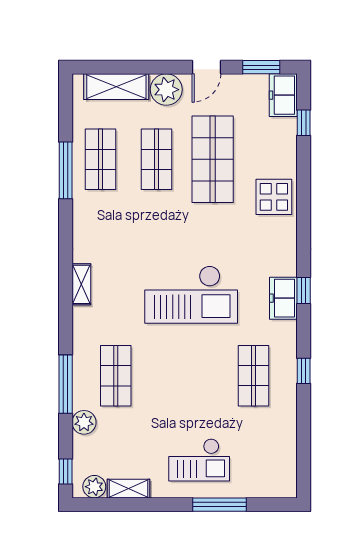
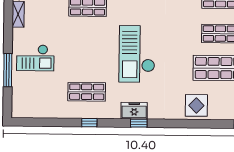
checkout: (199, 460) -> (35, 58), turned -90

